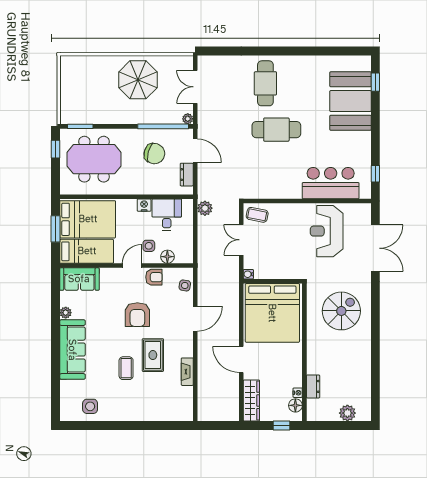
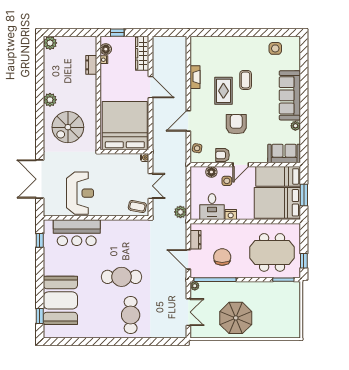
chair: (154, 154) -> (222, 257), turned 75
plant: (363, 344) -> (50, 100), added
plant: (347, 413) -> (50, 43), moved

